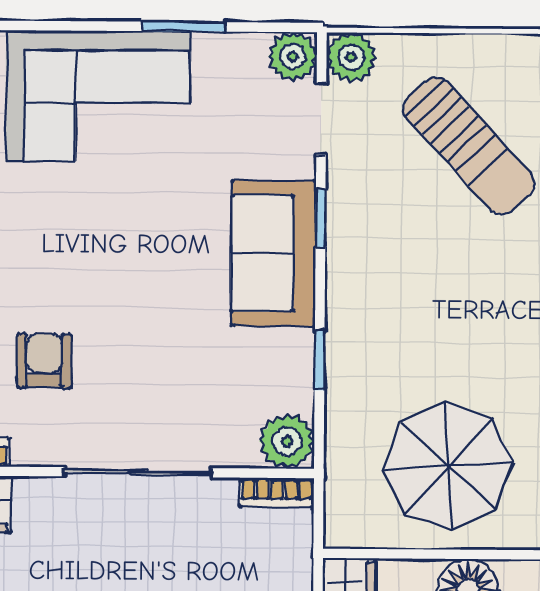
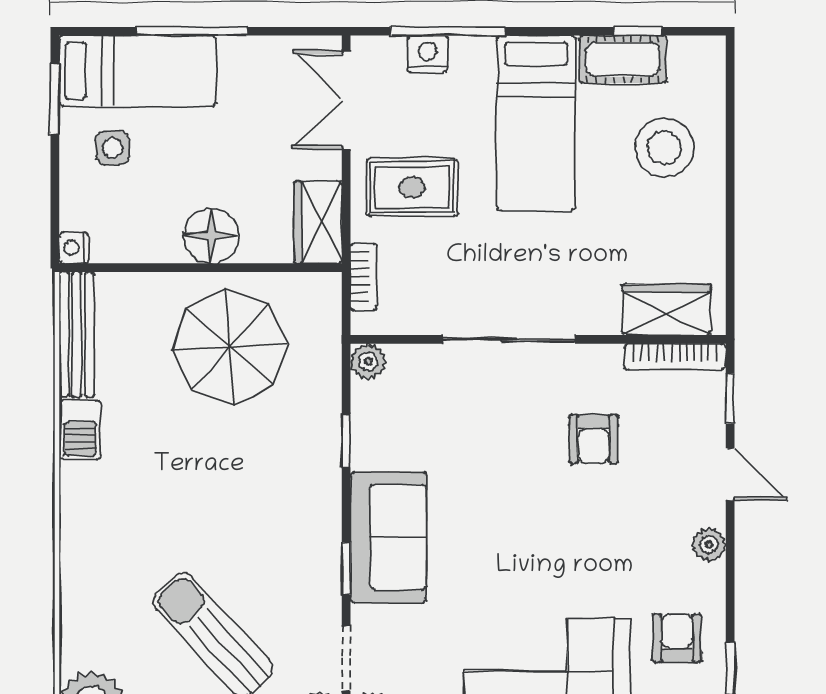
plant: (287, 441) -> (368, 362), width x0.73, depth x0.73
bookcase: (277, 493) -> (364, 277), moved, turned 90

